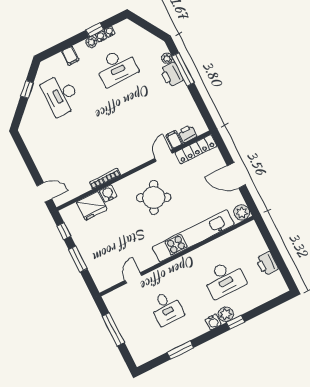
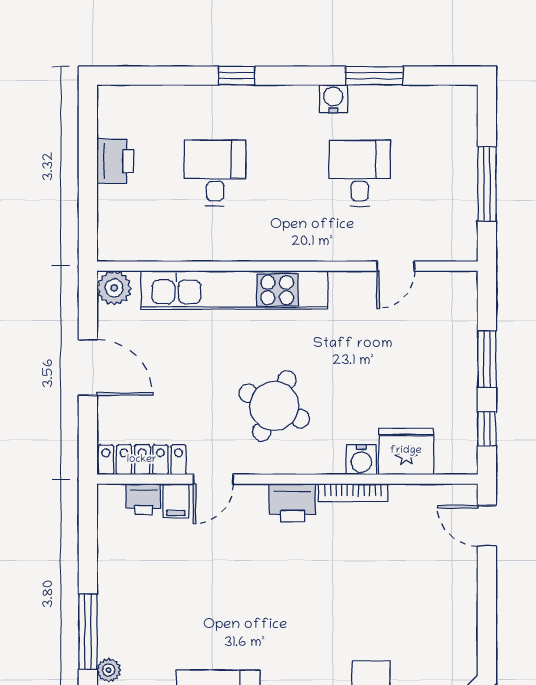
printer: (172, 75) -> (292, 503), moved, turned 90
desk: (224, 279) -> (215, 173), width x0.73
plant: (226, 314) -> (248, 101), removed
water cooler: (213, 322) -> (333, 99), moved

